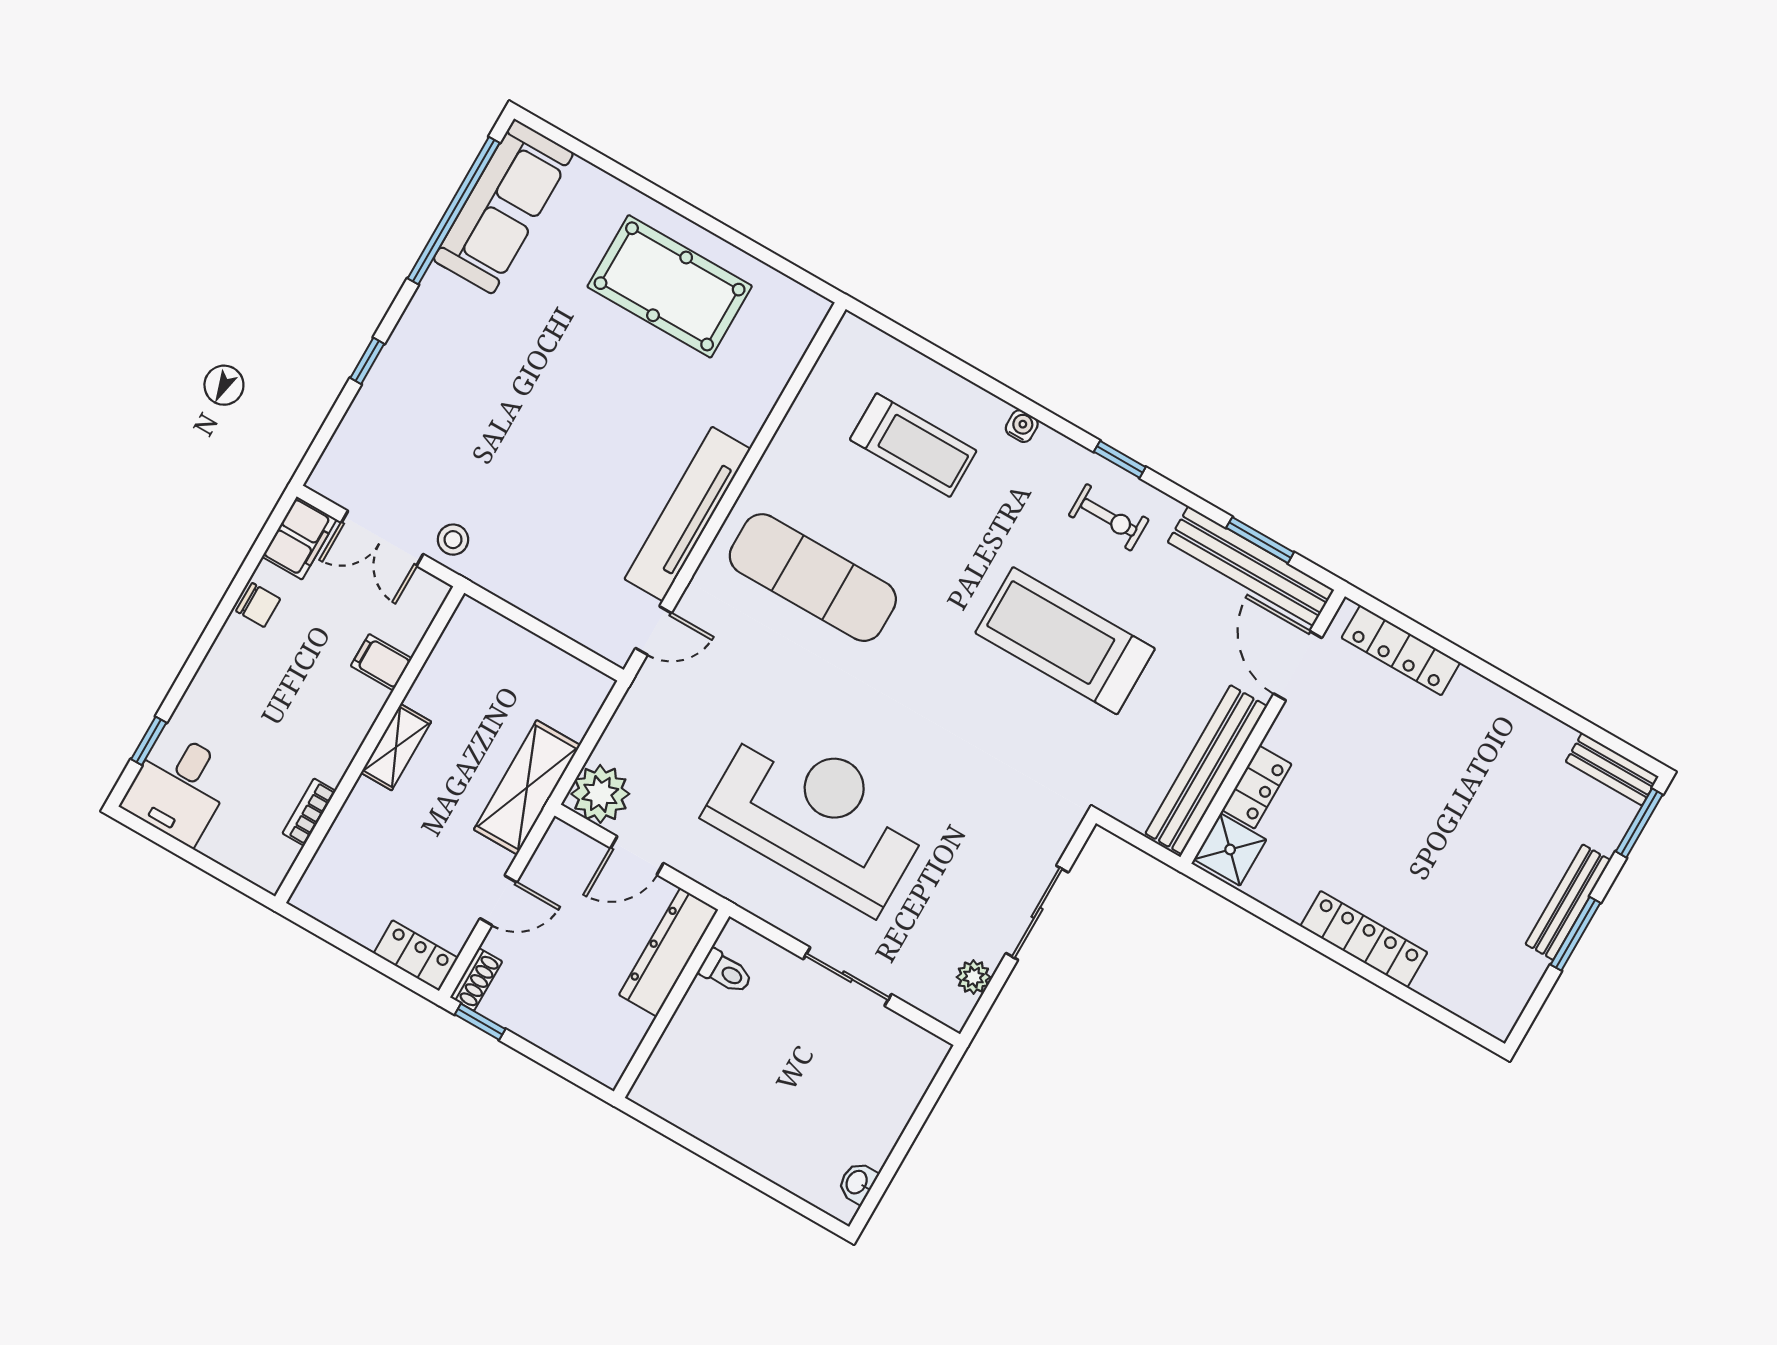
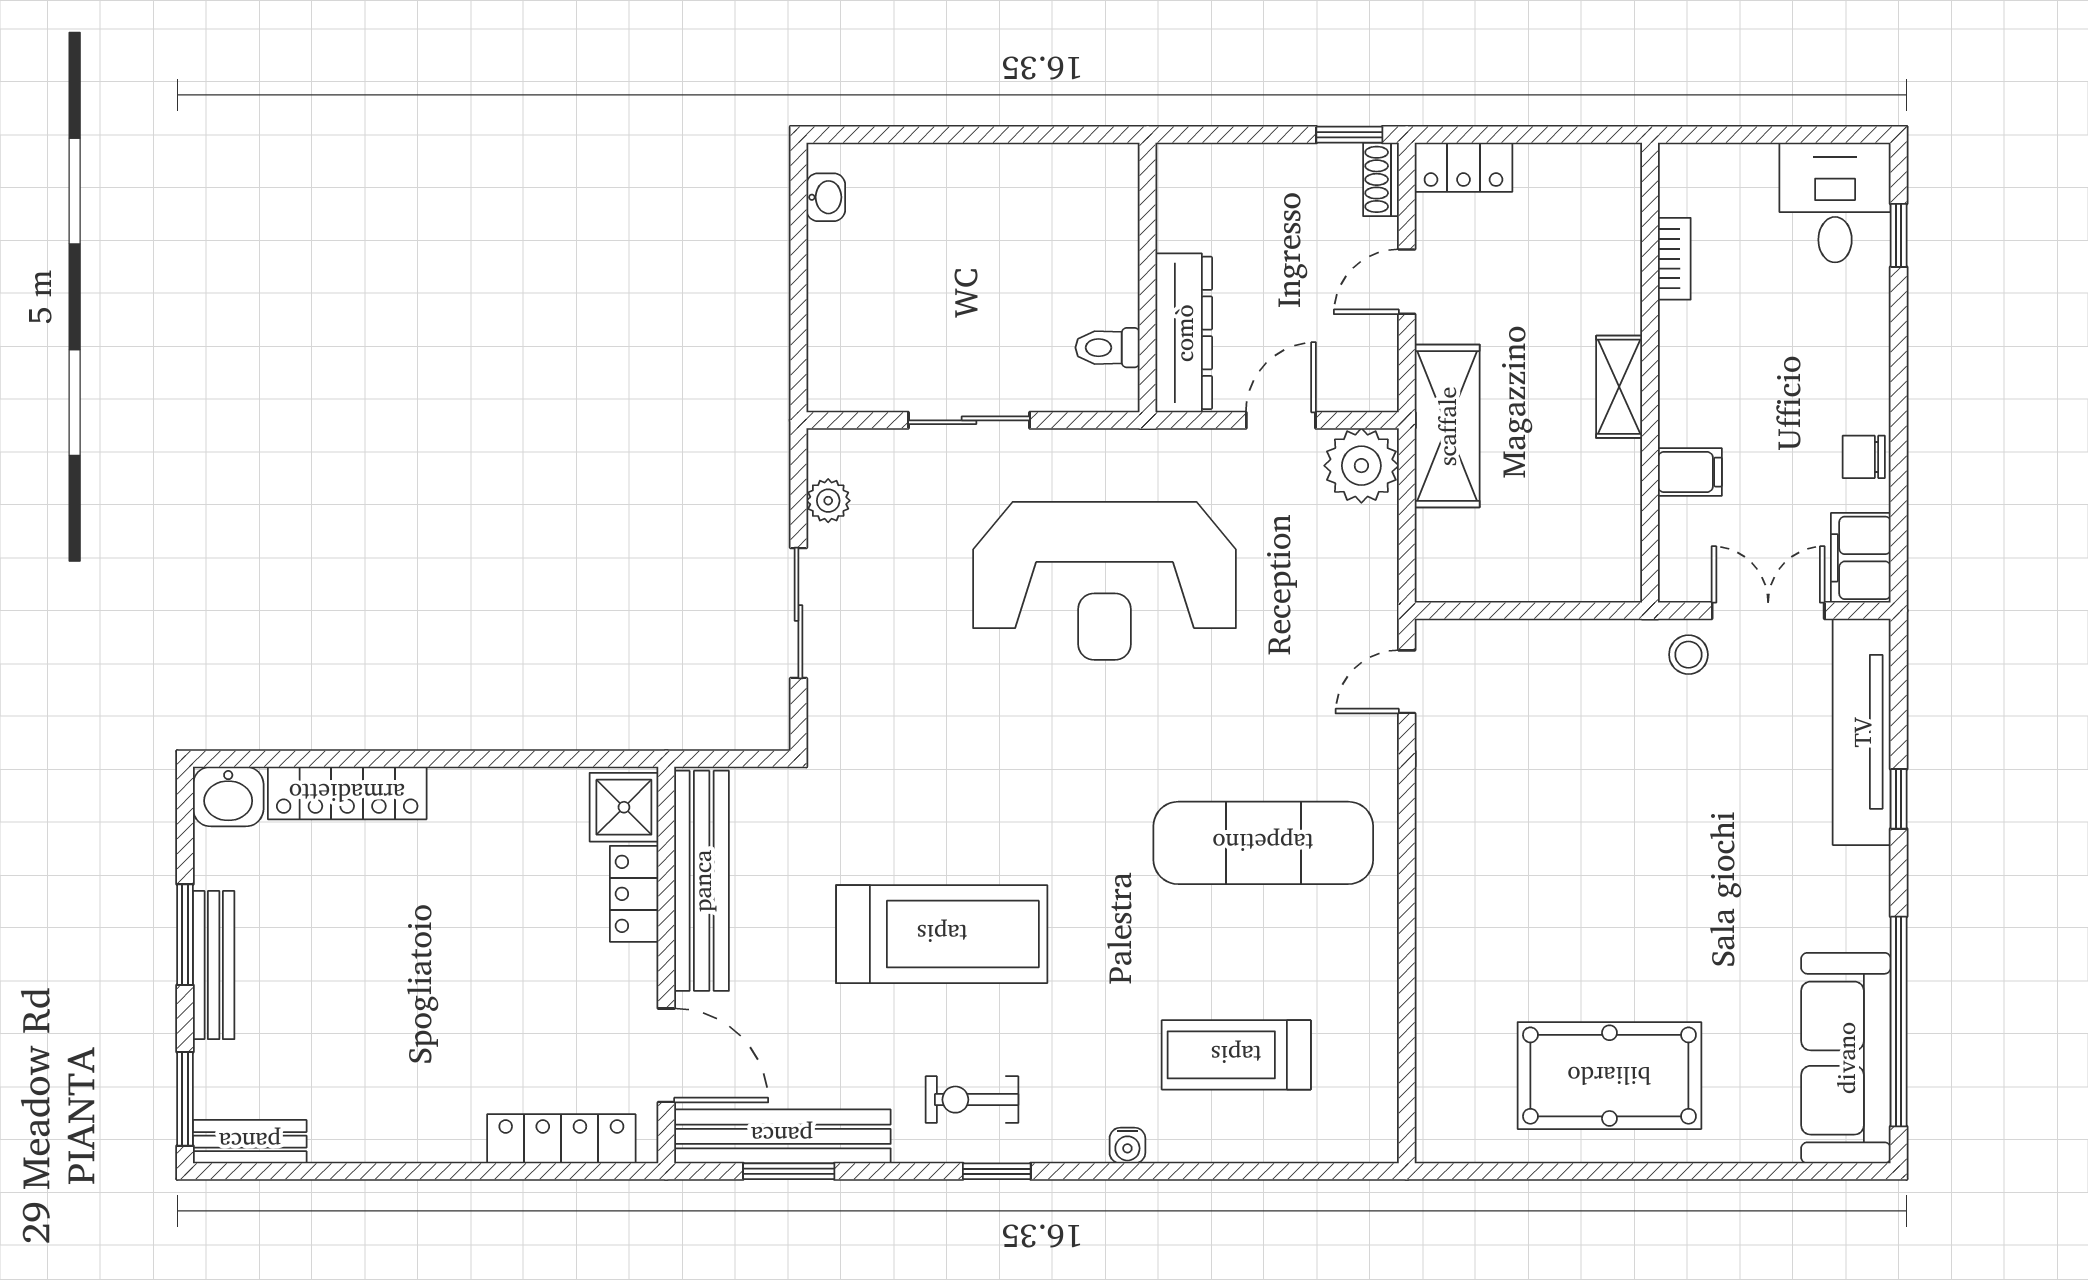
tv unit: (687, 514) -> (1862, 732), moved, turned 180
locker: (1364, 939) -> (347, 793), moved
washbasin: (1493, 1010) -> (228, 797), added

